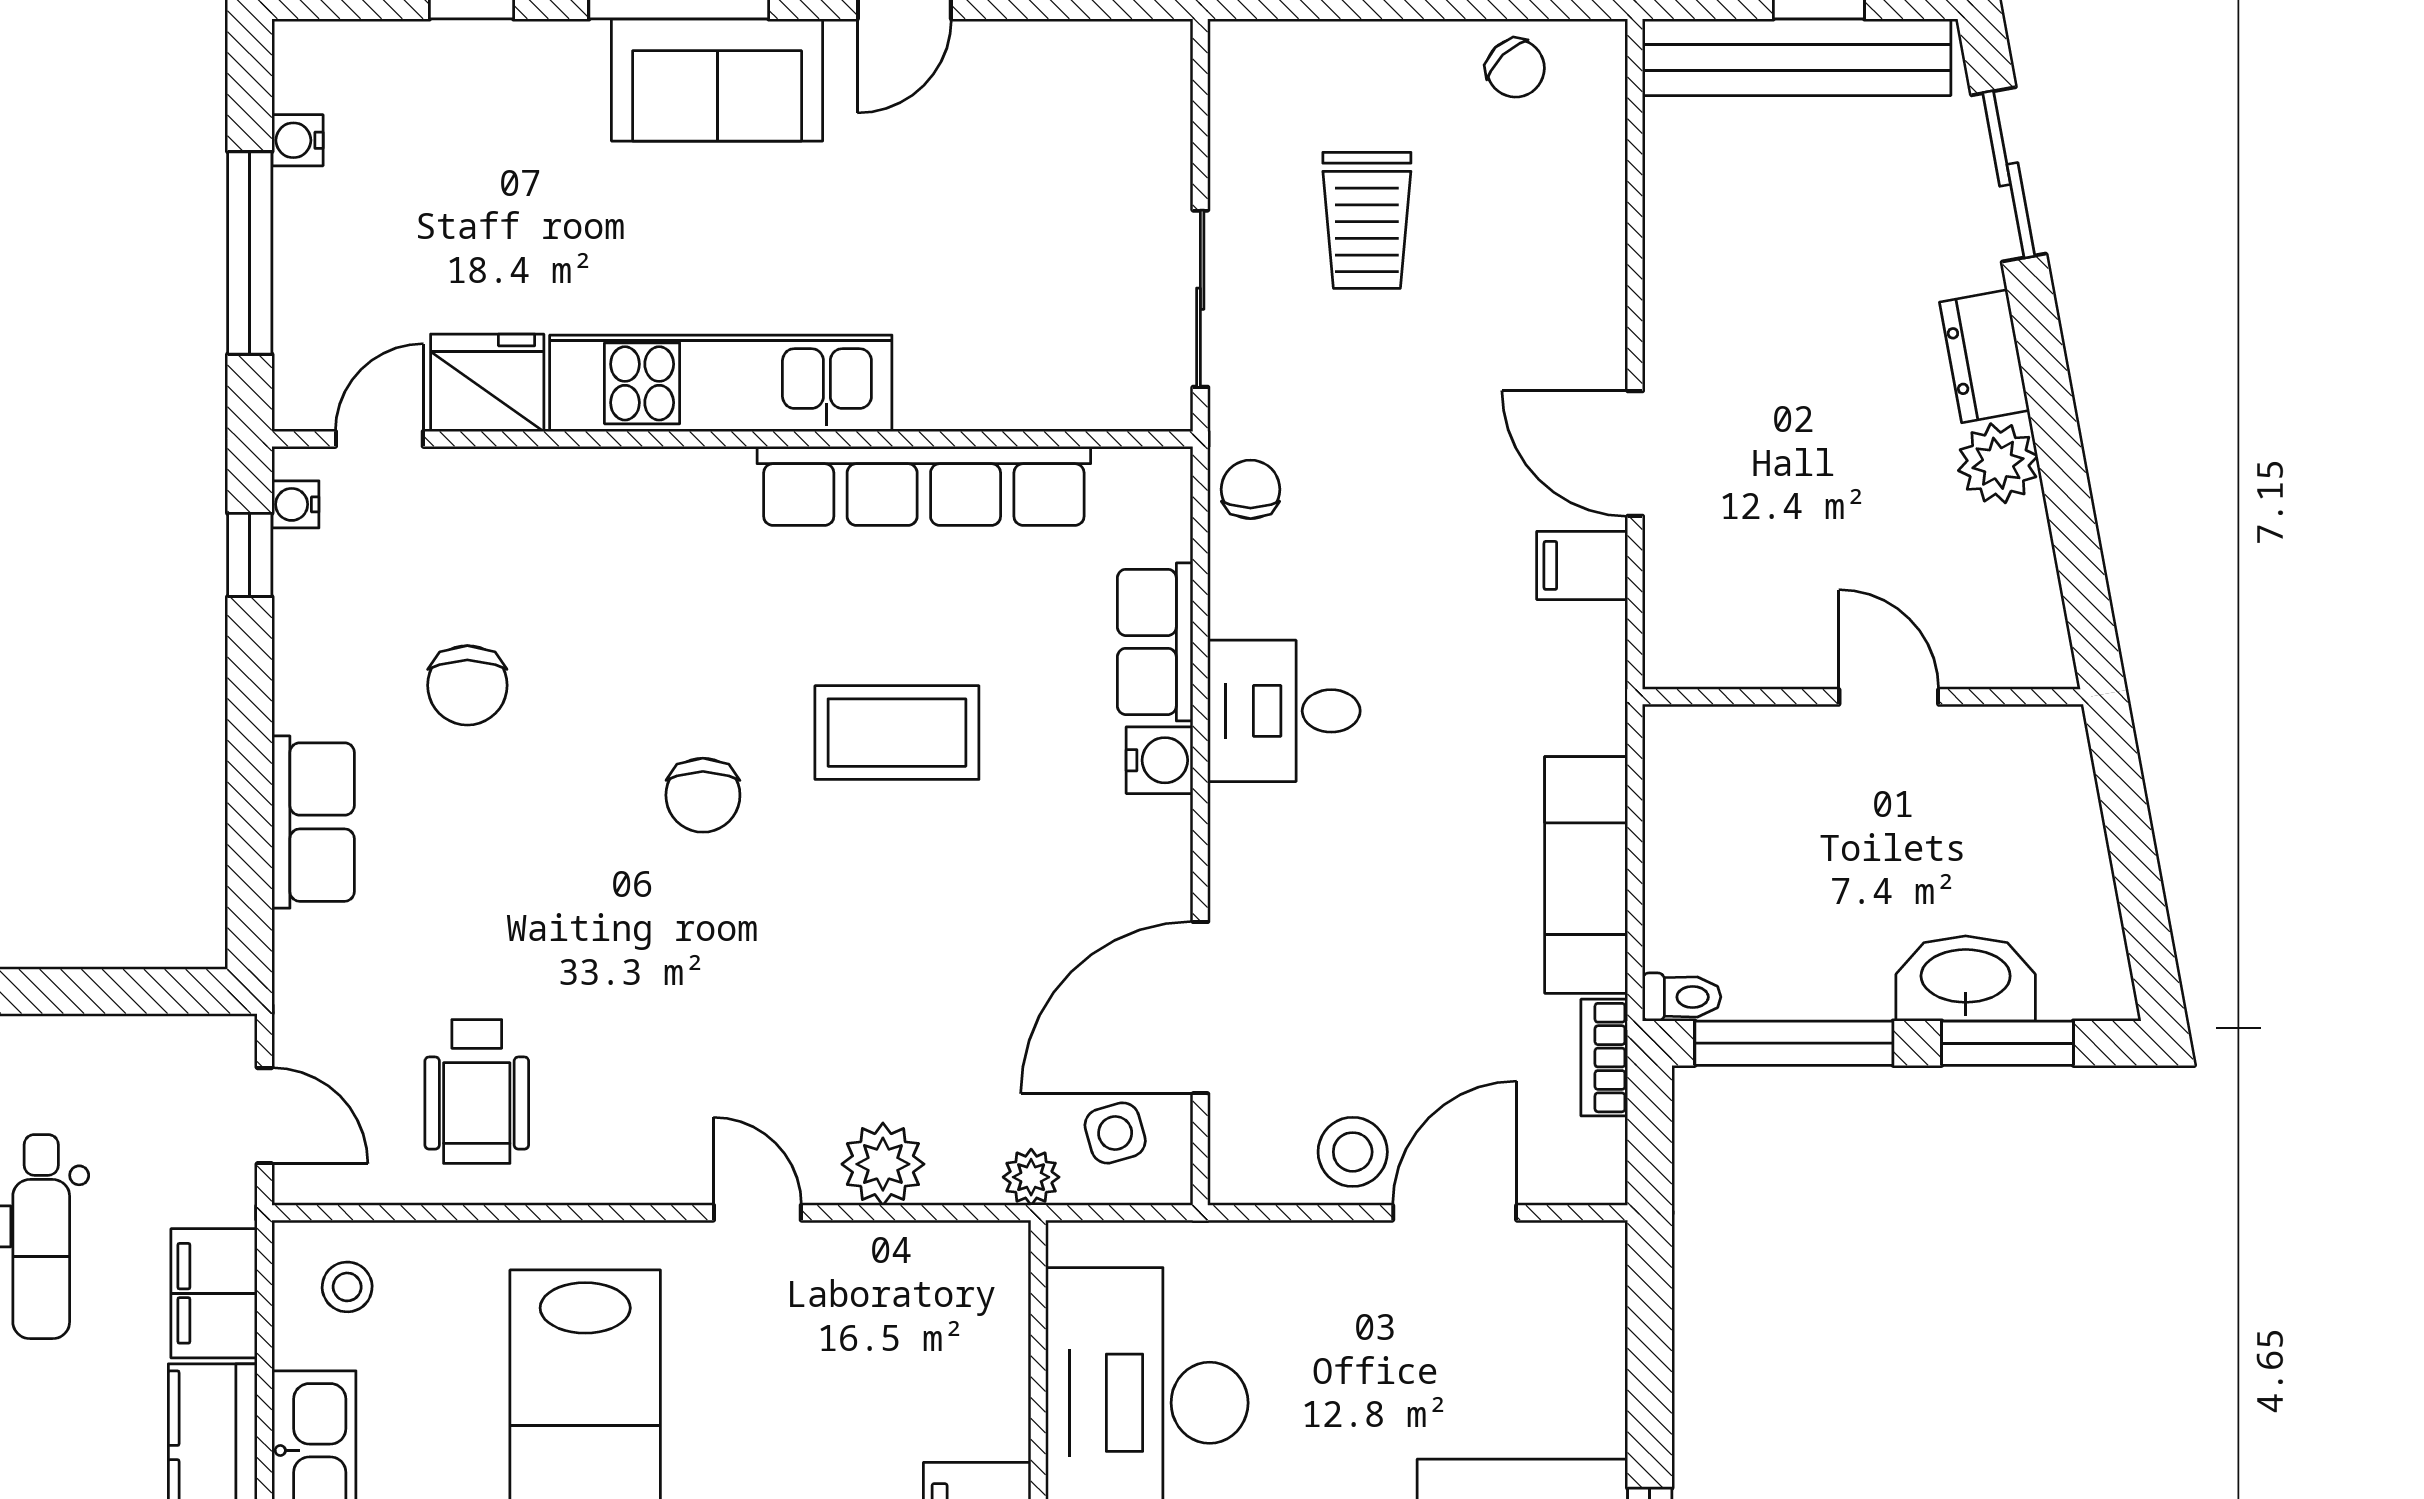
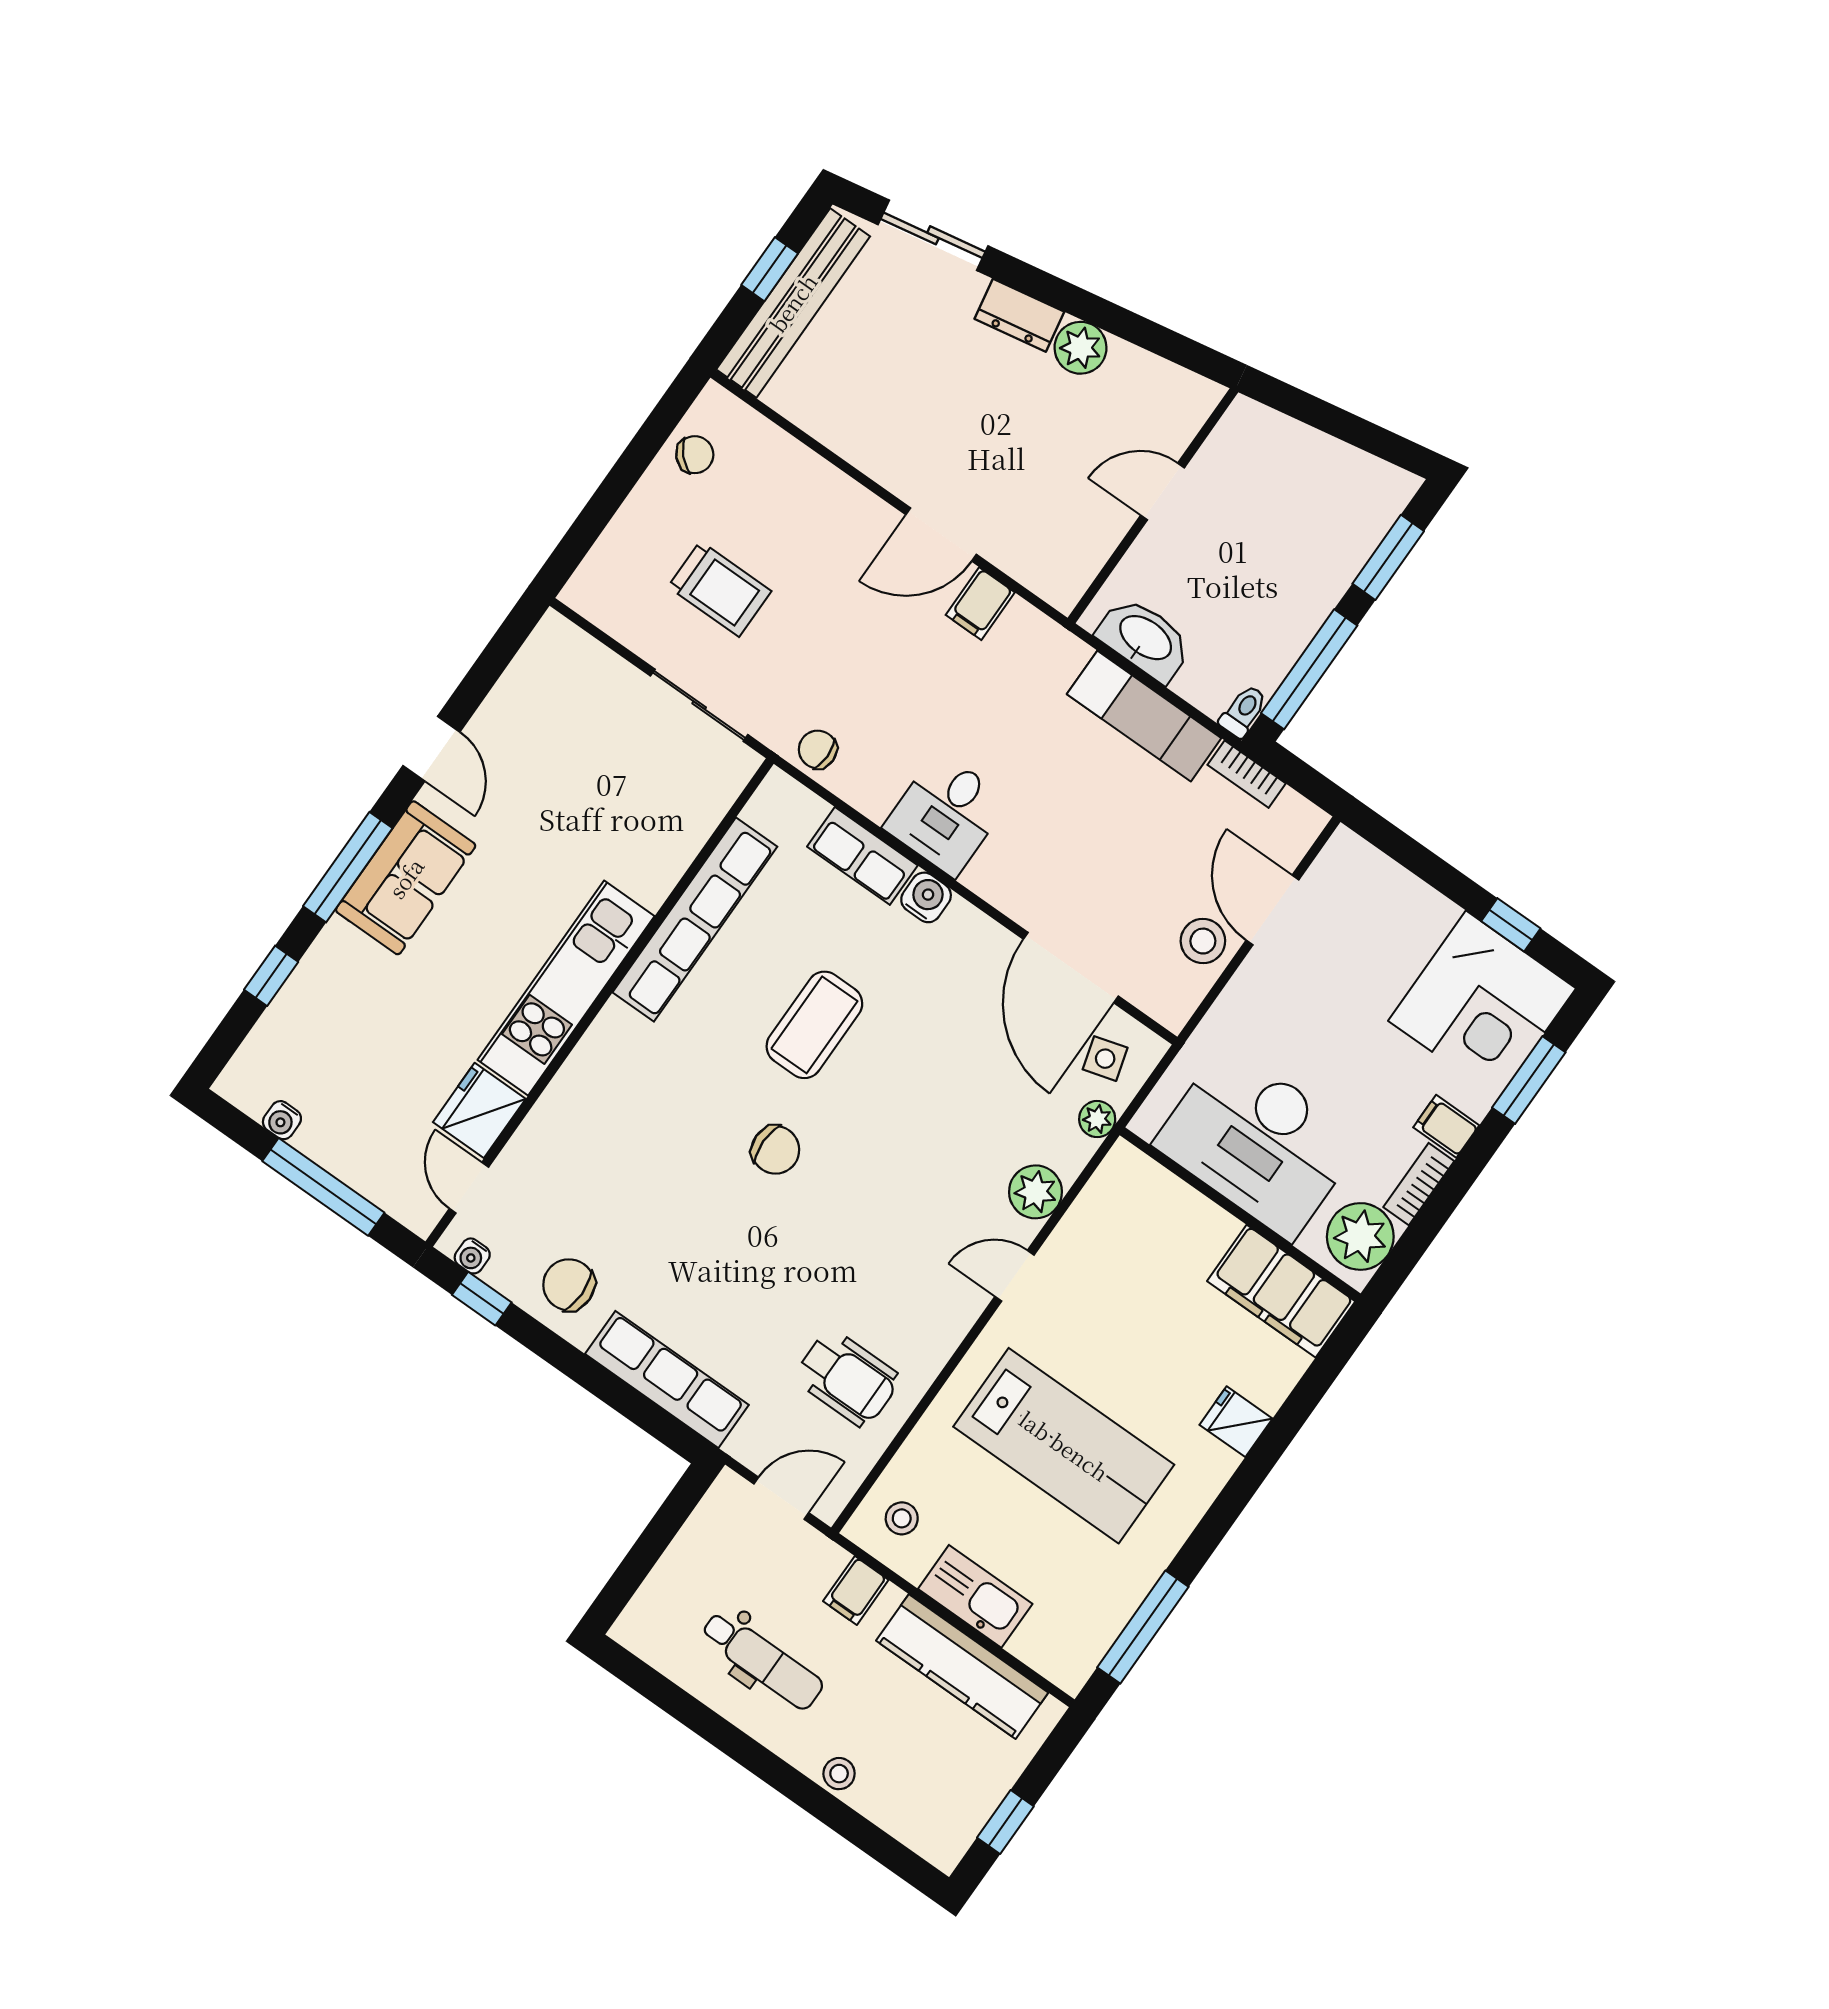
chair: (467, 685) -> (569, 1285), moved, turned 180
row of seats: (313, 822) -> (667, 1379), width x1.48
washbasin: (1966, 978) -> (1145, 639), moved, turned 90
filing cabinet: (214, 1293) -> (856, 1591), width x0.50

